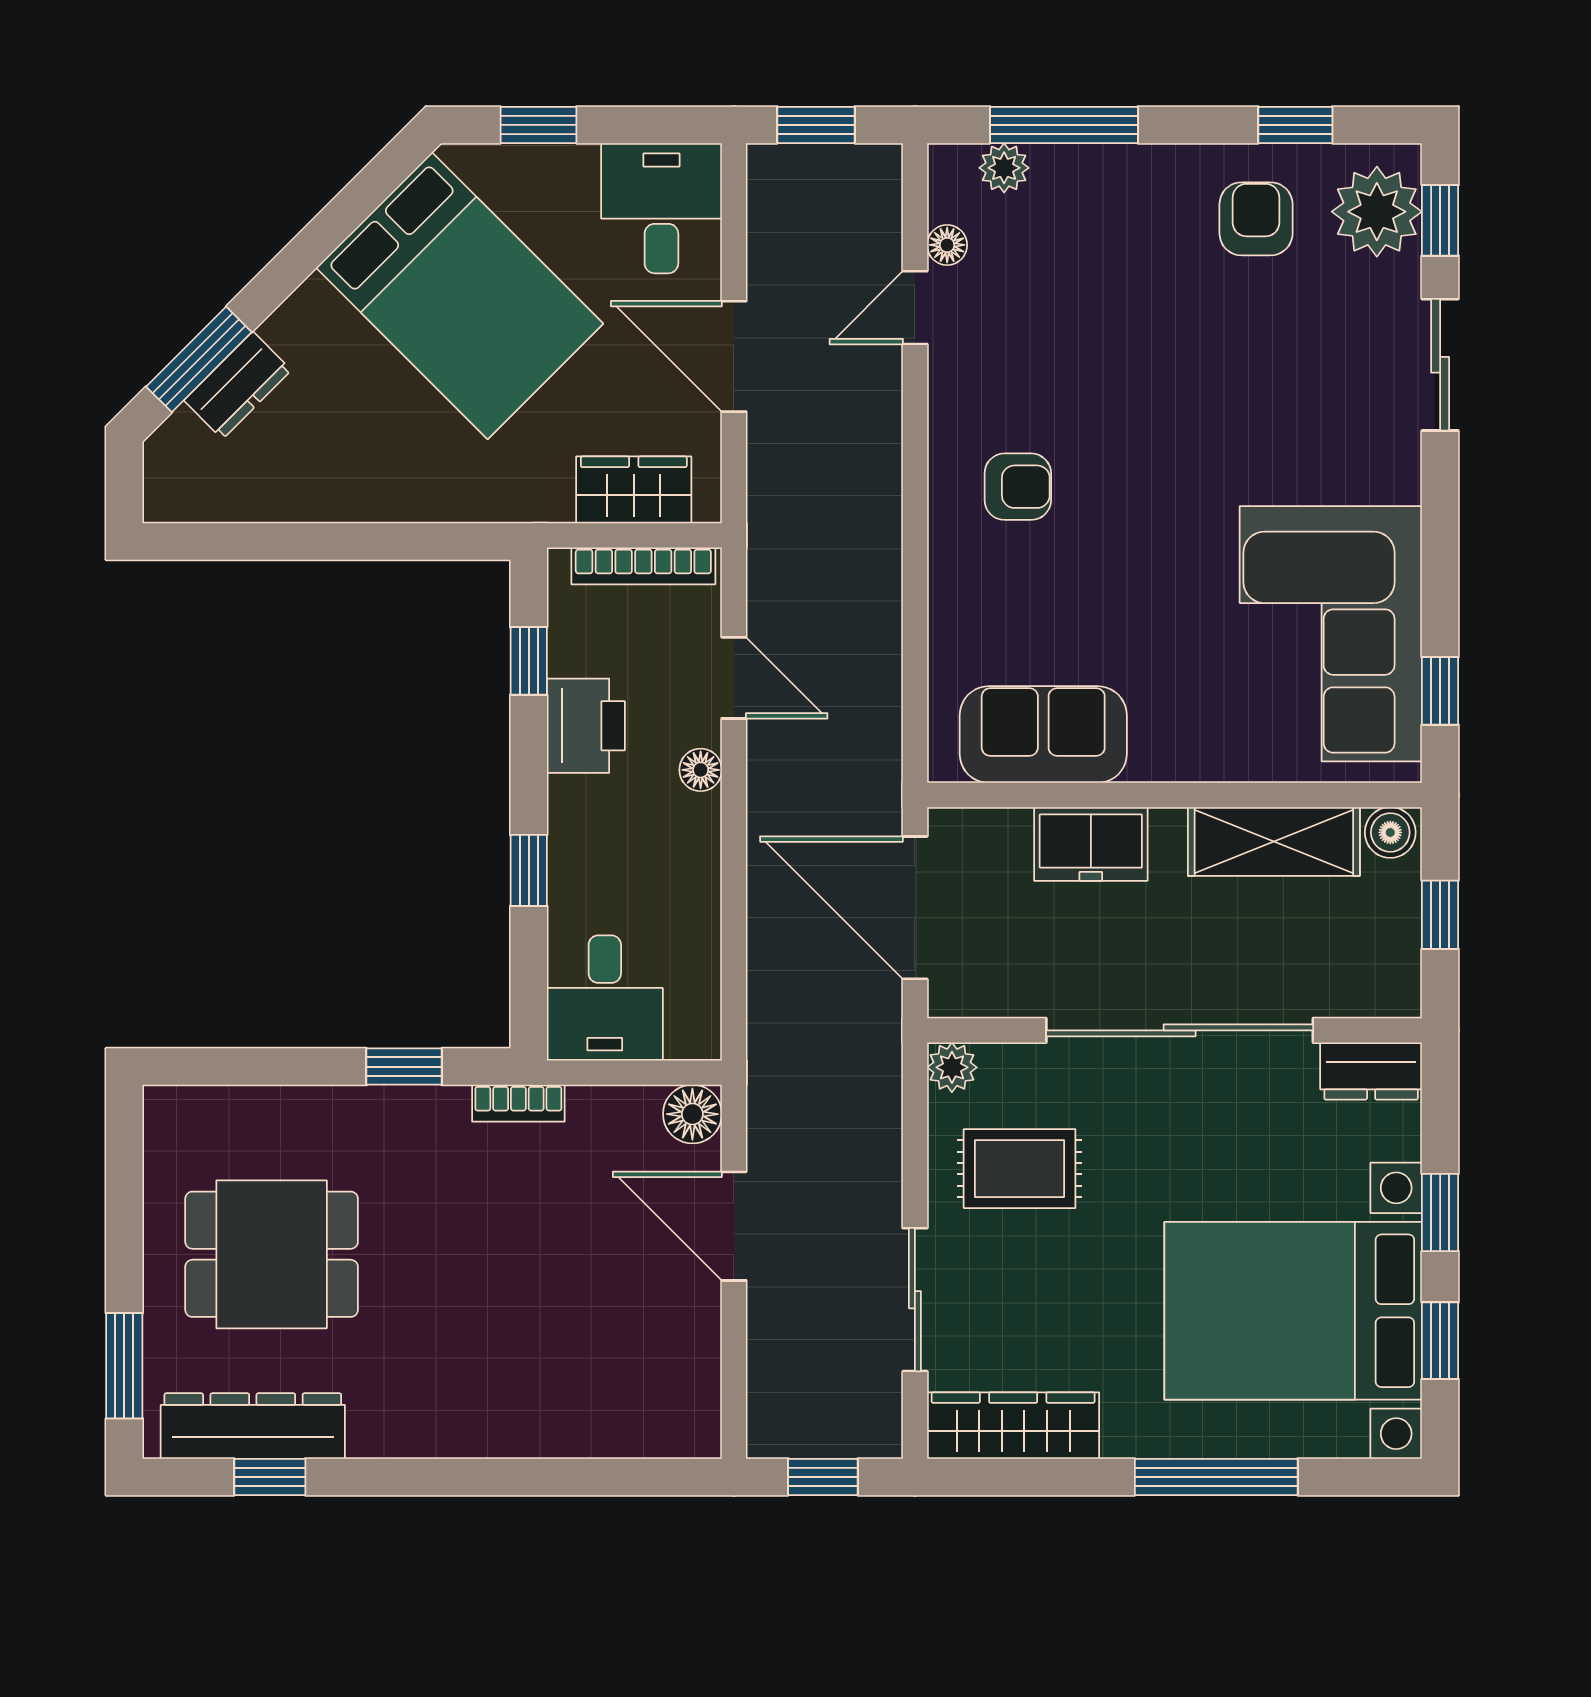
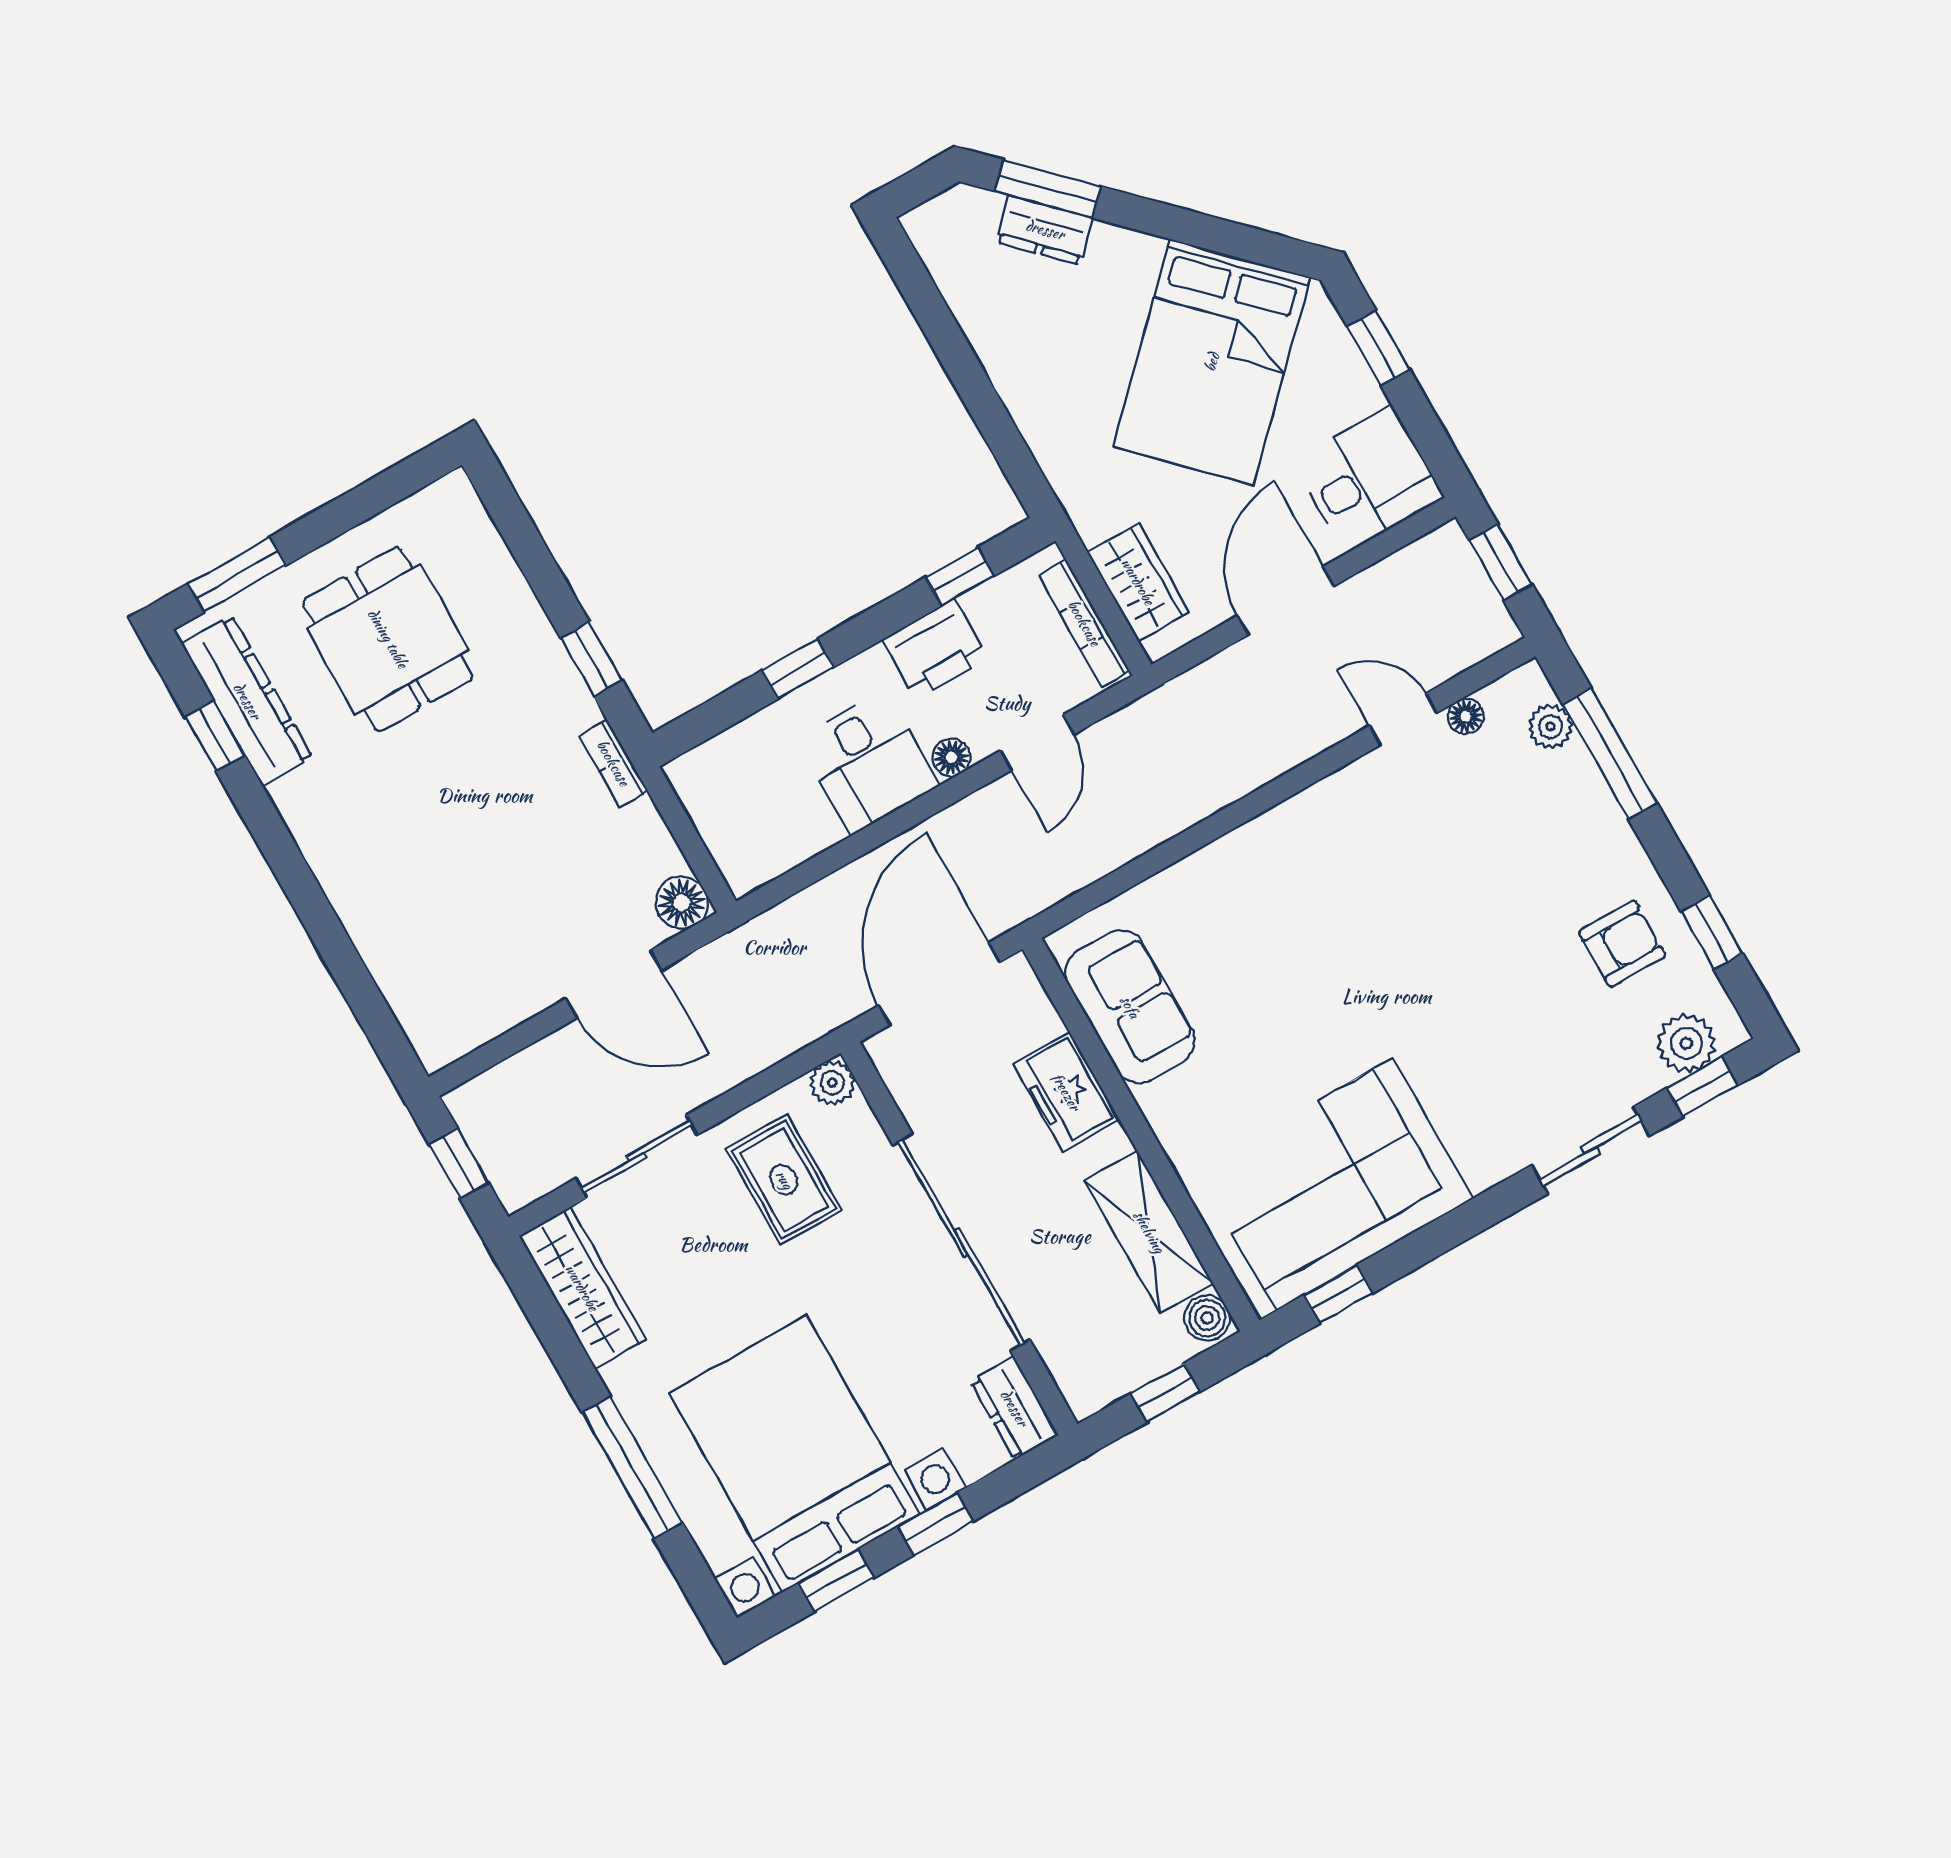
plant: (1377, 212) -> (1686, 1043), width x0.73, depth x0.73
armchair: (1018, 487) -> (1310, 878), removed
desk: (605, 998) -> (868, 762), moved, turned -90
door: (734, 1226) -> (613, 984), swing flipped

